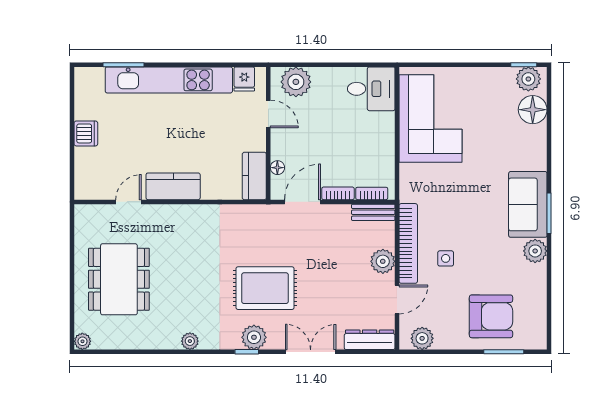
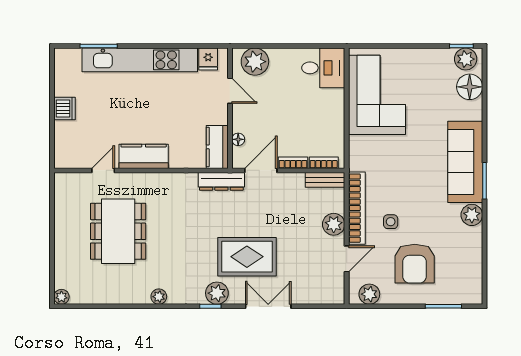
sofa: (528, 204) -> (465, 162), width x1.36
dining table: (119, 279) -> (118, 231), moved
rug: (265, 288) -> (247, 257), moved
armchair: (491, 316) -> (415, 264), moved, turned 90
dresser: (370, 340) -> (221, 181), moved, turned 180

